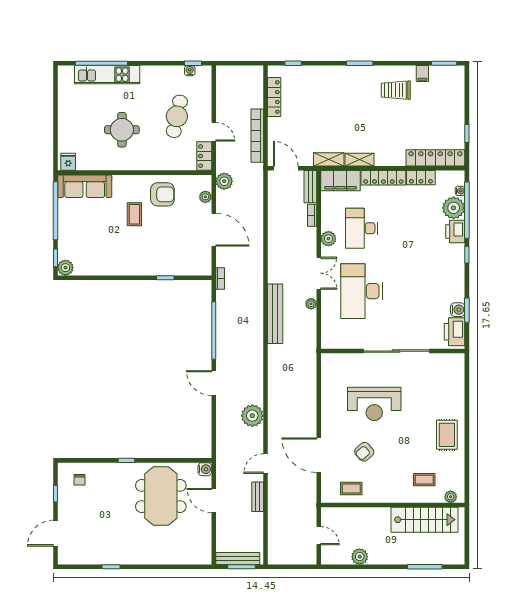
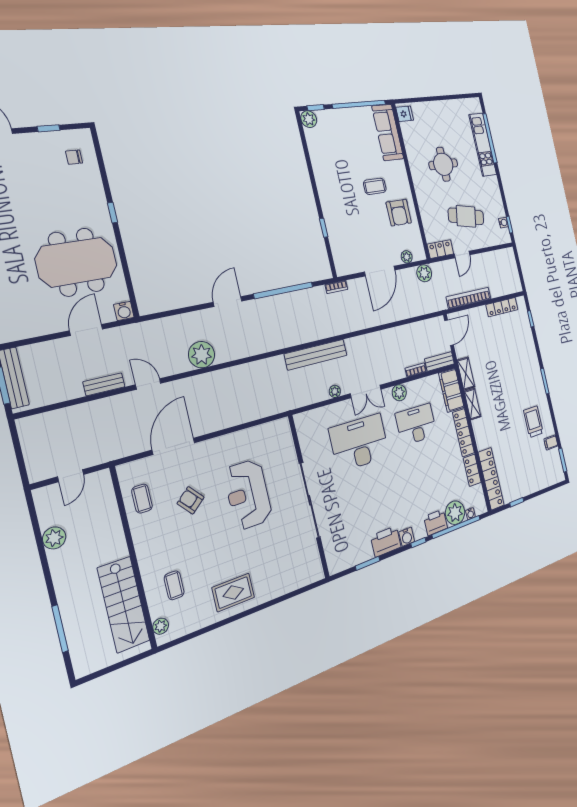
water cooler: (458, 310) -> (407, 537), moved
printer: (455, 332) -> (386, 541), moved

